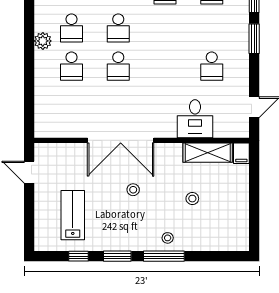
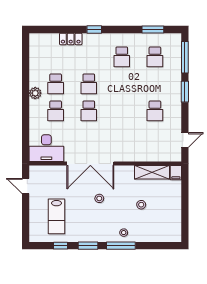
desk: (195, 119) -> (46, 148), moved, width x1.37
lab bench: (73, 215) -> (57, 216), turned 180

